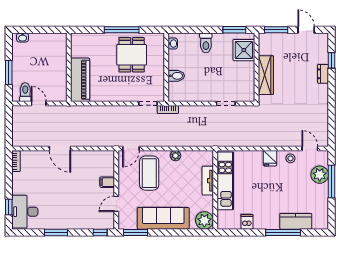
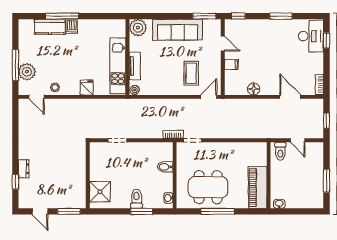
window: (234, 30) -> (142, 211), moved
washbasin: (23, 37) -> (279, 204), moved
dining table: (132, 55) -> (208, 187), width x1.38
window: (9, 72) -> (326, 181), moved
wardrobe: (266, 75) -> (79, 168), removed
piano: (80, 80) -> (258, 187), moved
toilet: (25, 92) -> (280, 151), moved
window: (9, 124) -> (326, 121), added
door: (60, 149) -> (290, 97), moved
plant: (176, 156) -> (135, 90), moved
floor lamp: (84, 157) -> (254, 89), added
fridge: (270, 158) -> (87, 88), moved
coffee table: (149, 173) -> (191, 73), width x0.73, depth x0.76
door: (116, 204) -> (223, 44), hinge flipped
dishwasher: (247, 222) -> (72, 26), moved

